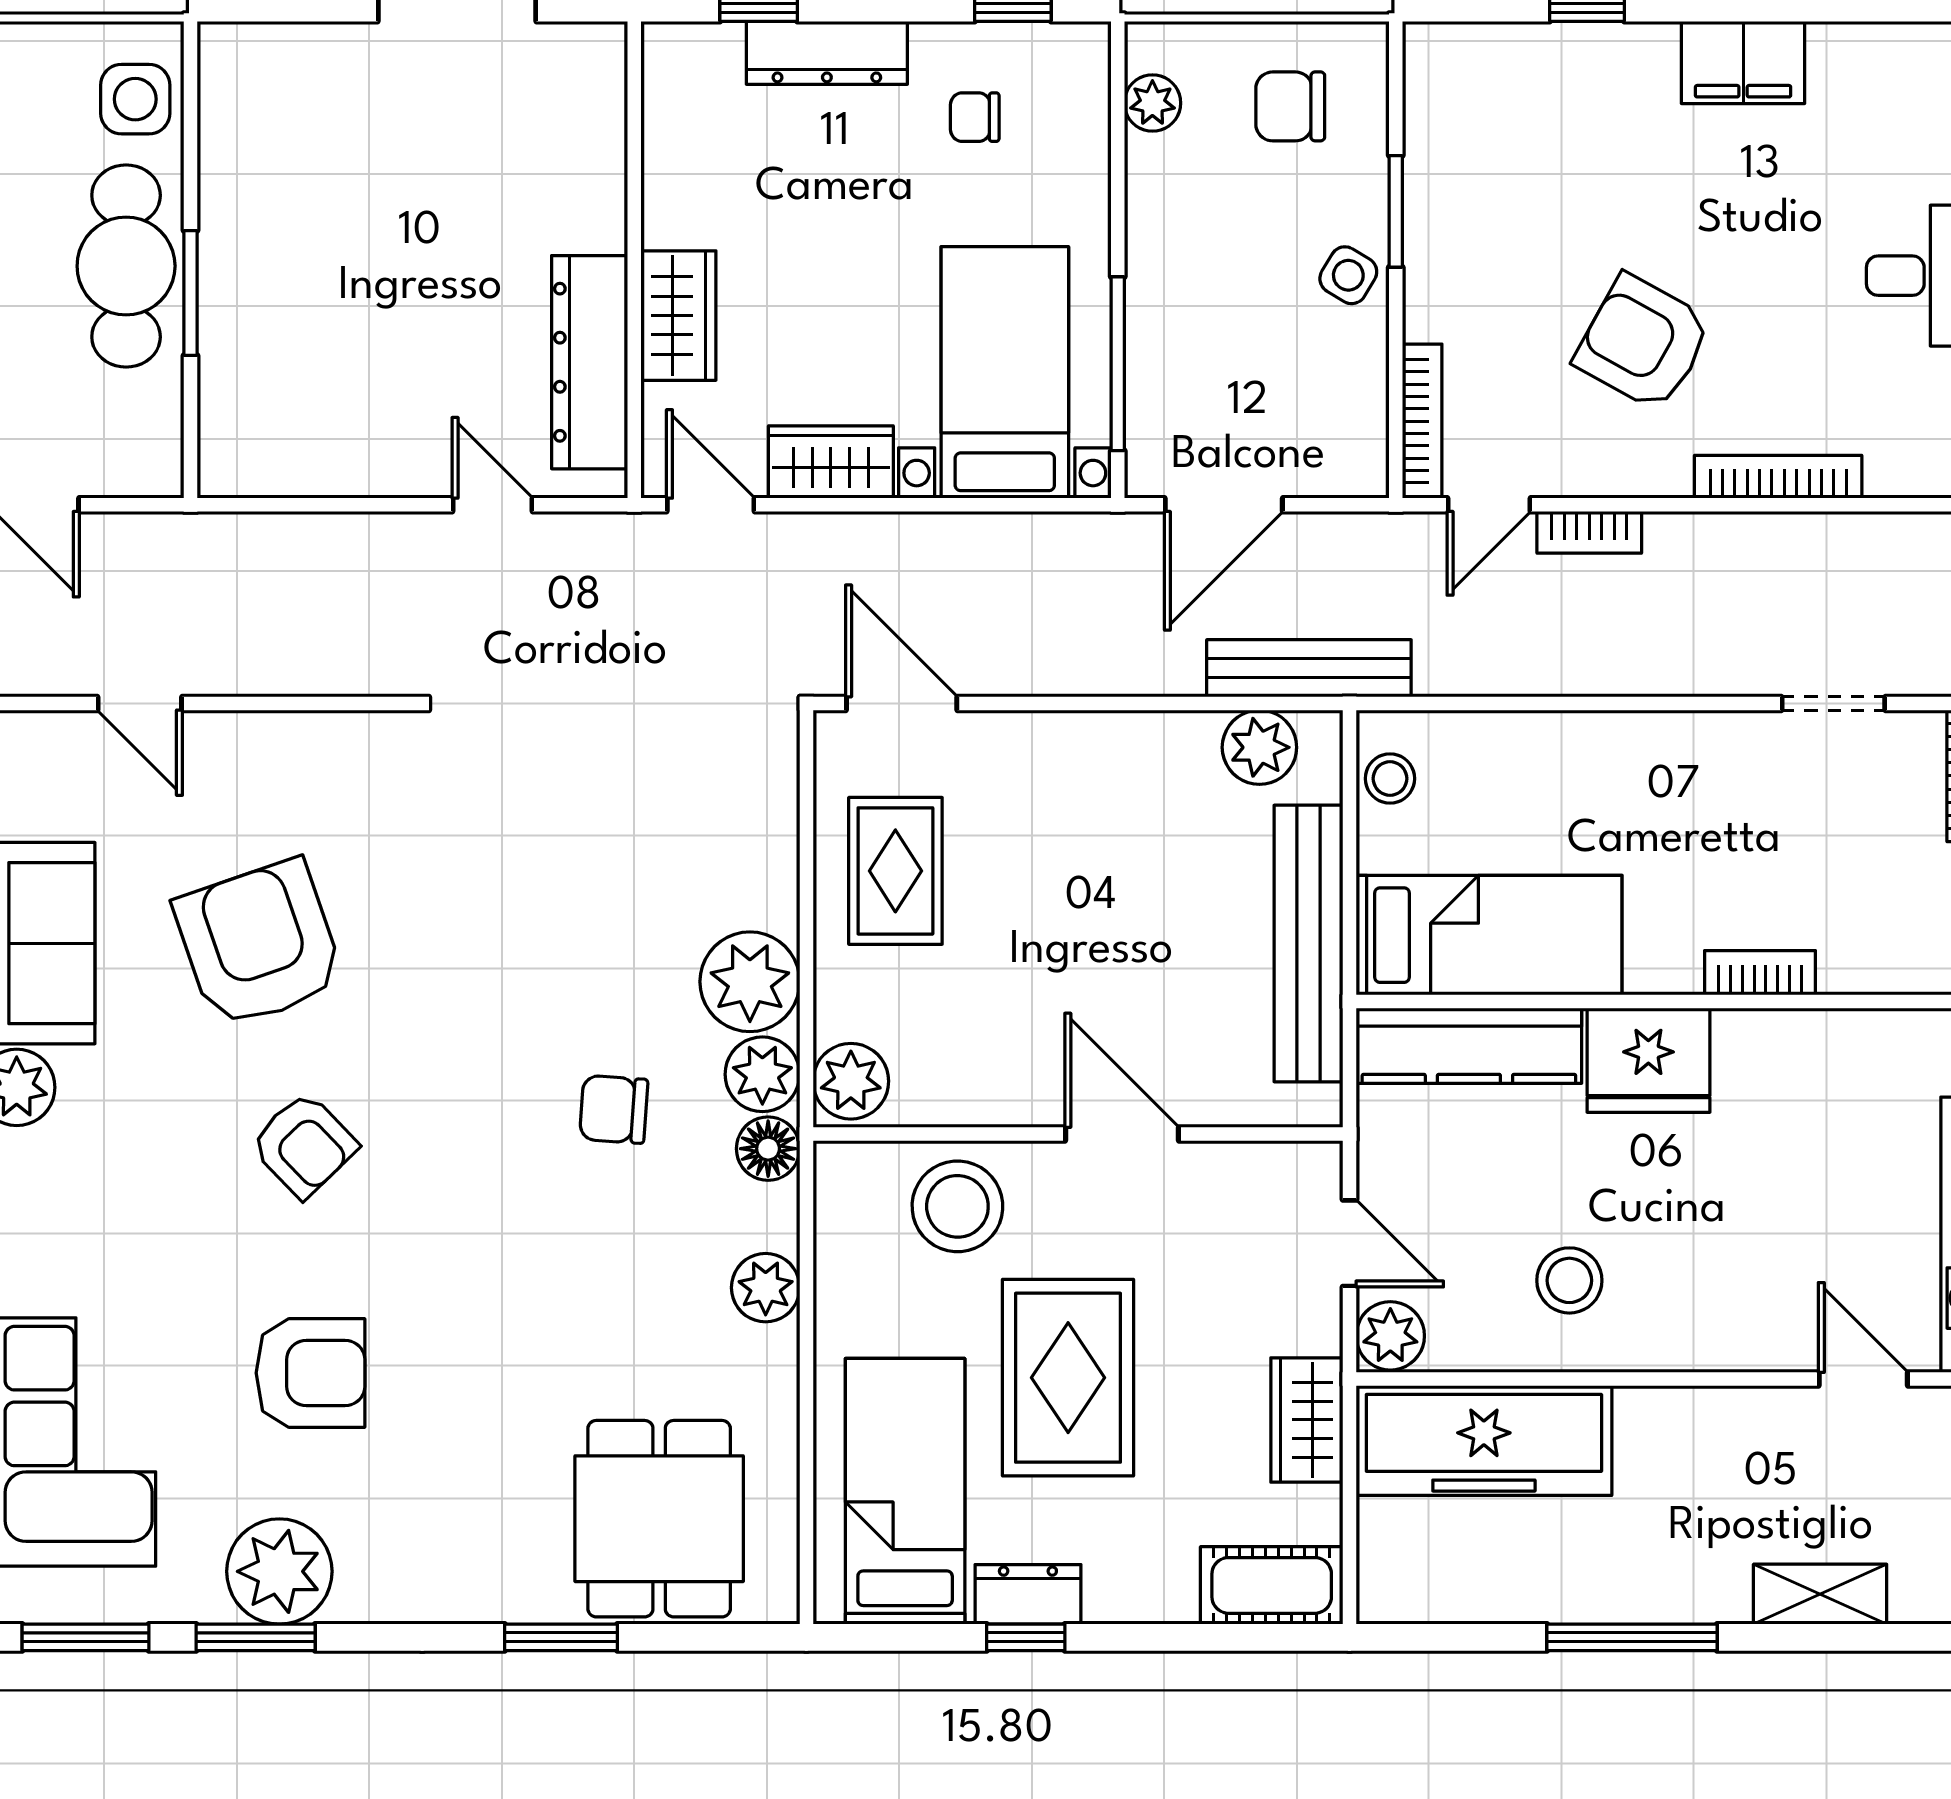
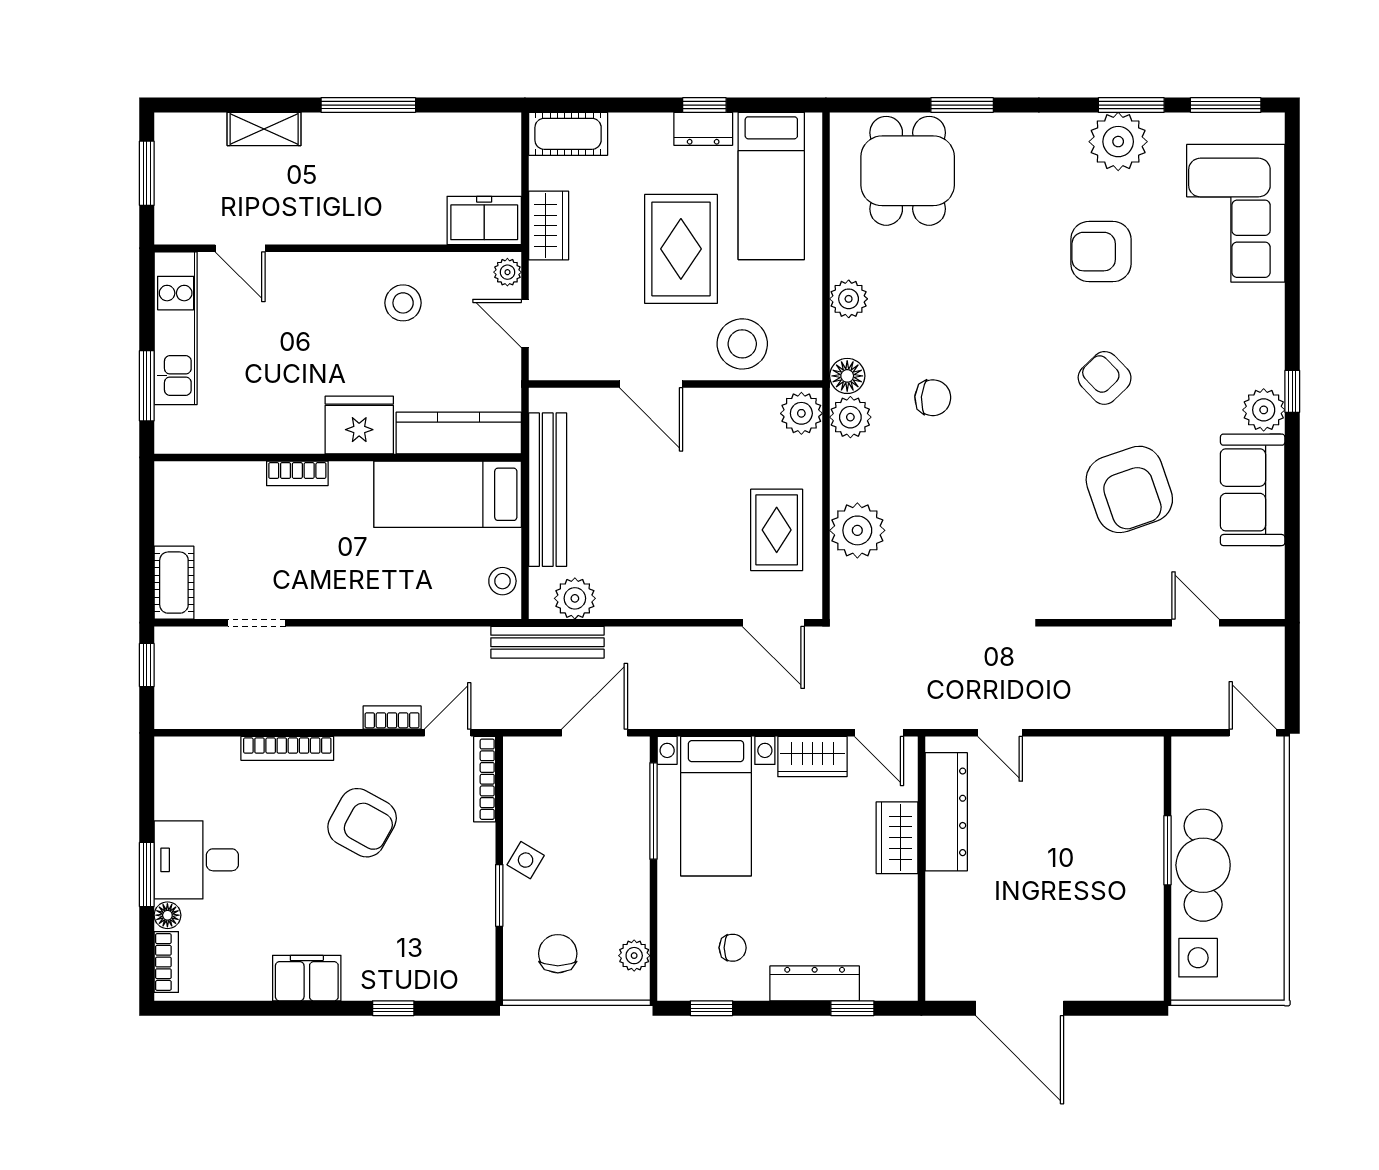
chair: (1290, 106) -> (558, 954), turned -90
plant: (750, 982) -> (857, 530), moved
plant: (1390, 1336) -> (507, 272), width x0.73, depth x0.73
freezer: (1484, 1441) -> (484, 220), width x0.52, depth x0.79

